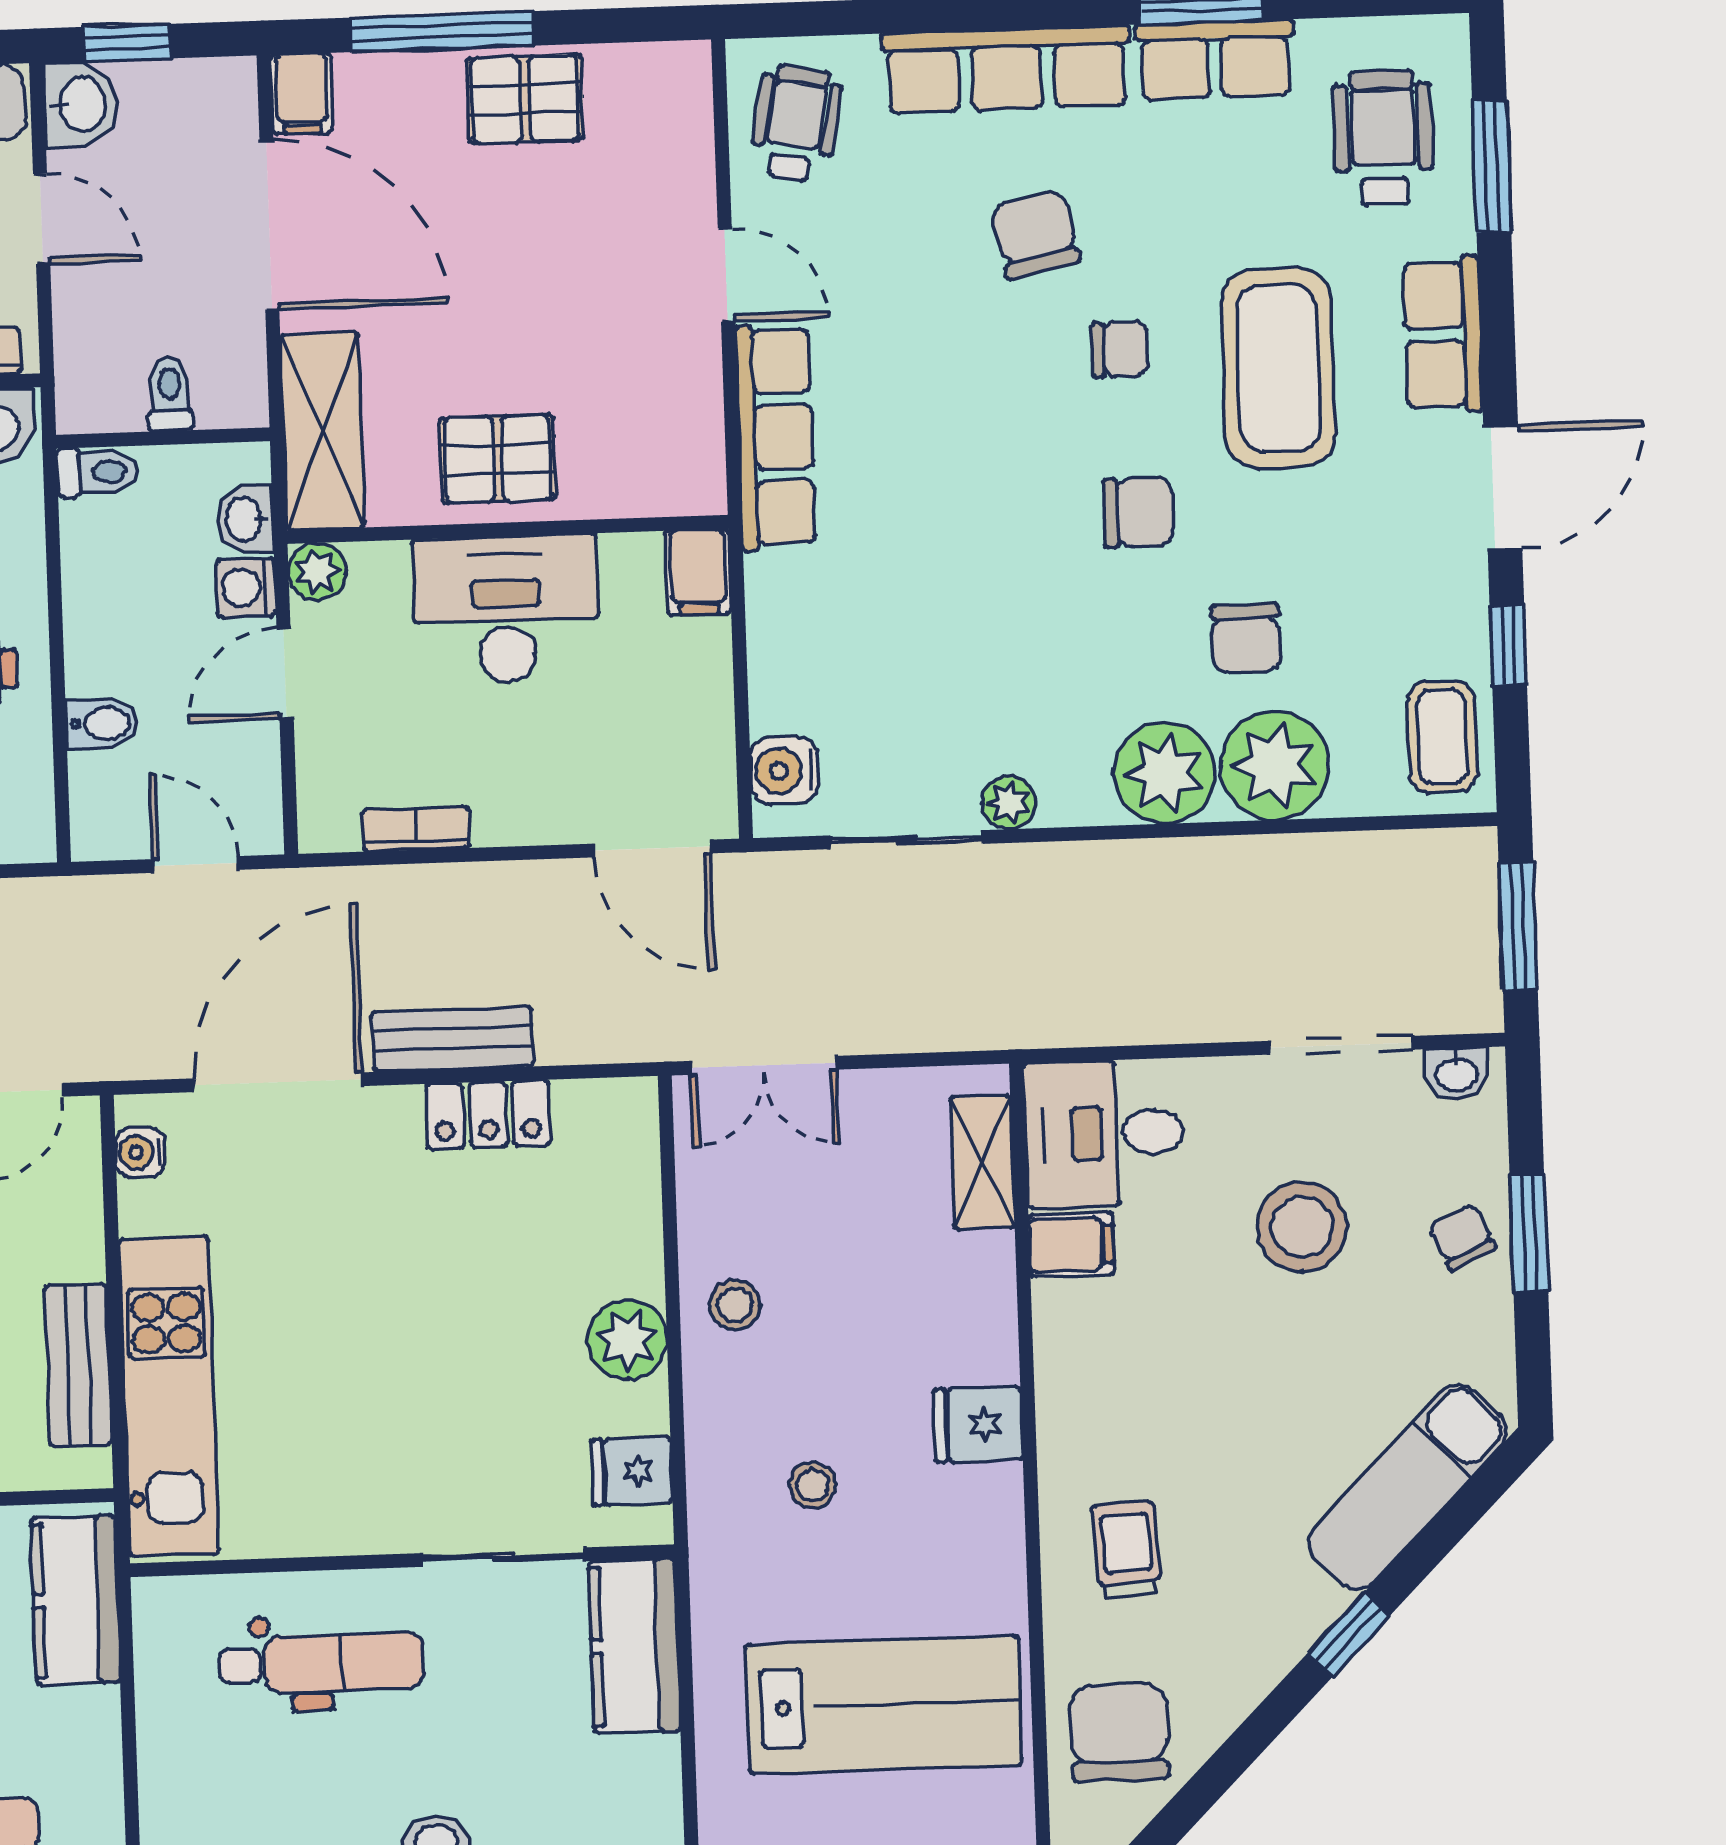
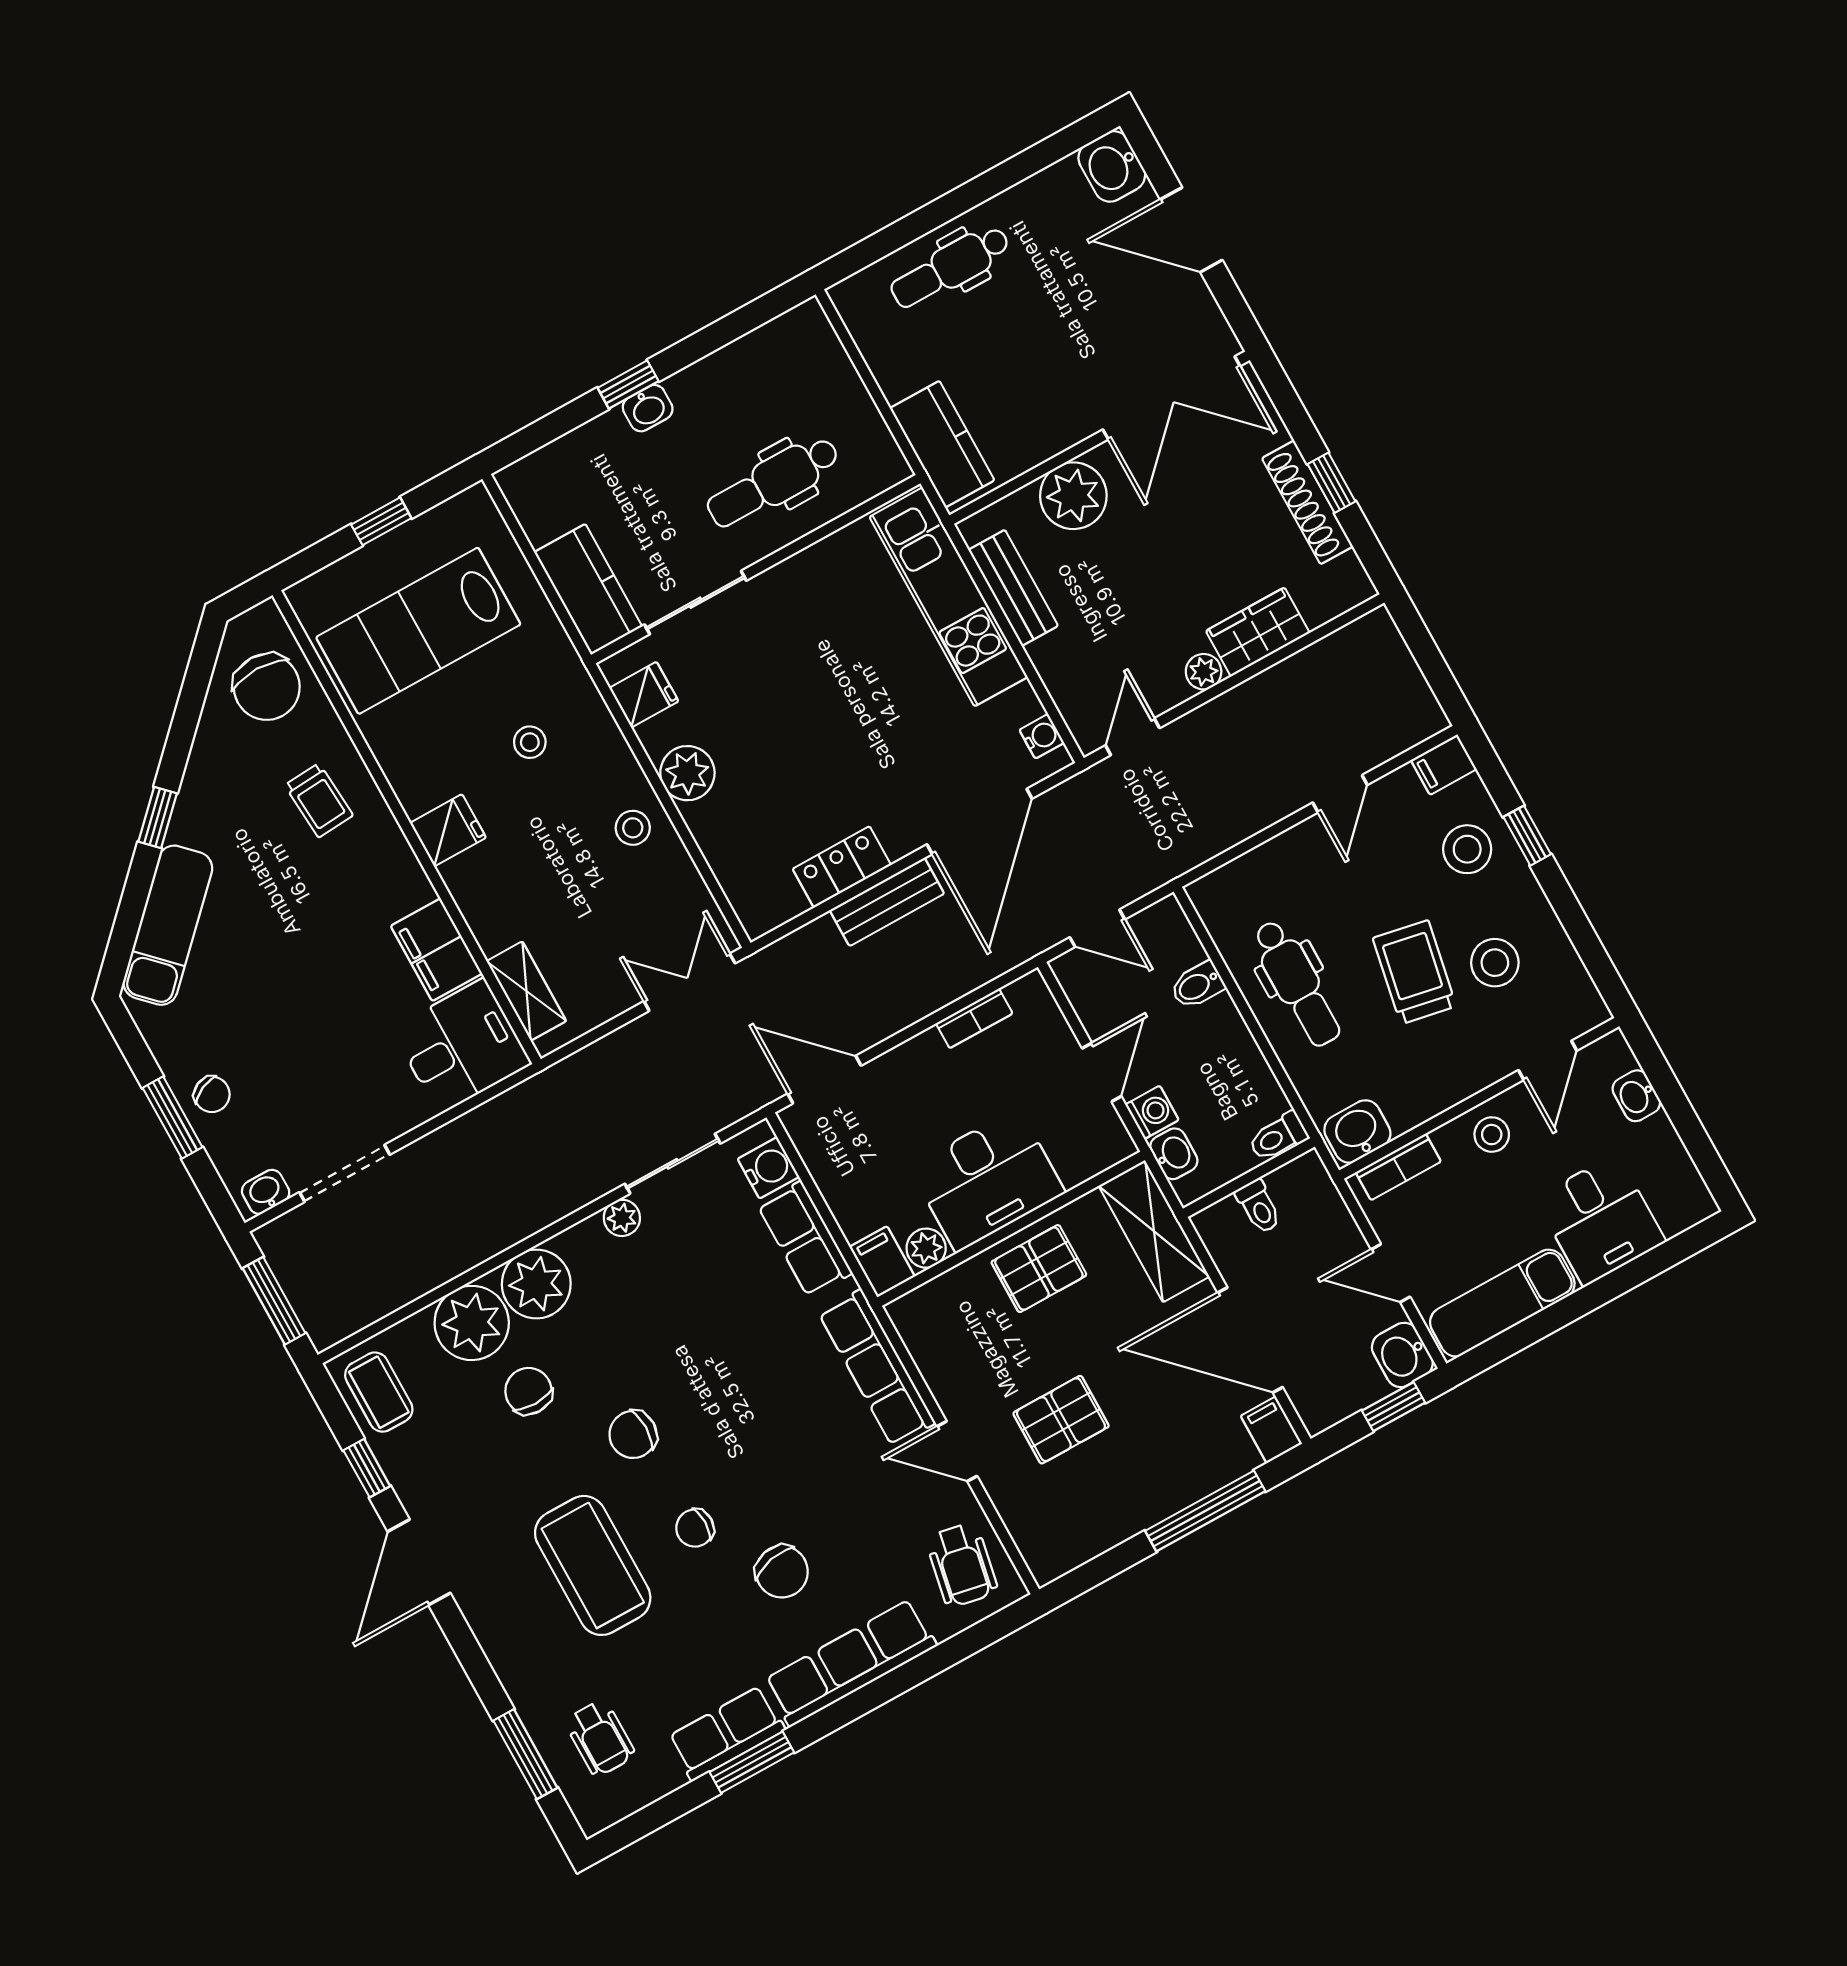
pallet: (525, 99) -> (1061, 1420), moved
wheelchair: (1383, 138) -> (600, 1738), width x0.73, depth x0.73
row of seats: (1443, 334) -> (805, 1239), moved, turned 180
plant: (317, 572) -> (926, 1248), moved
stool: (1302, 1227) -> (312, 1051), removed
filing cabinet: (1071, 1245) -> (436, 950), width x2.00

